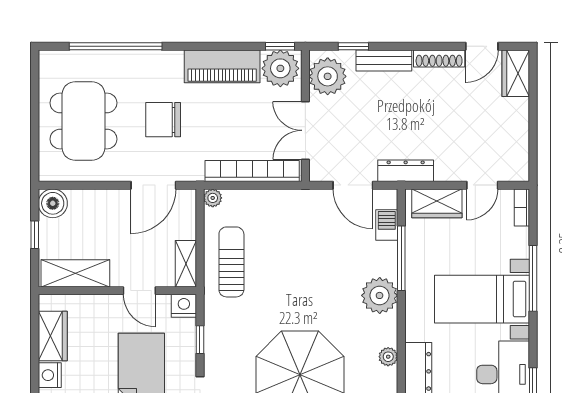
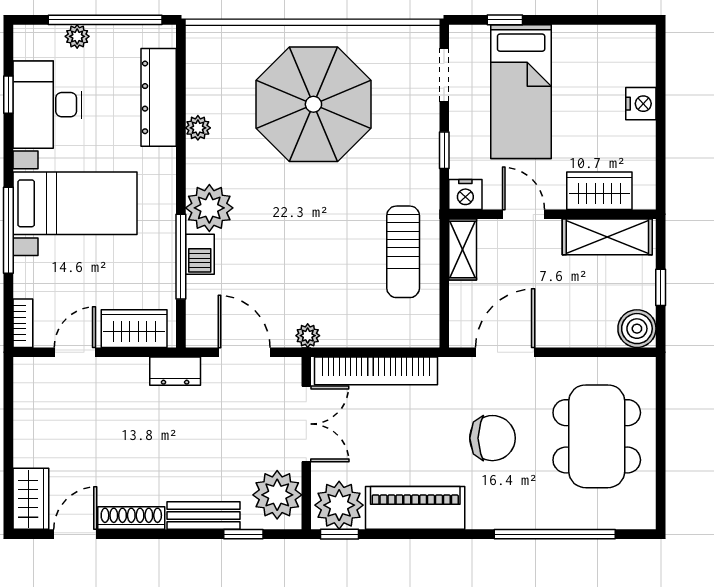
dresser: (406, 171) -> (175, 371), width x0.70
plant: (213, 198) -> (308, 336), moved
barbecue: (387, 225) -> (200, 254), moved
wardrobe: (53, 336) -> (599, 191), moved, turned 90

